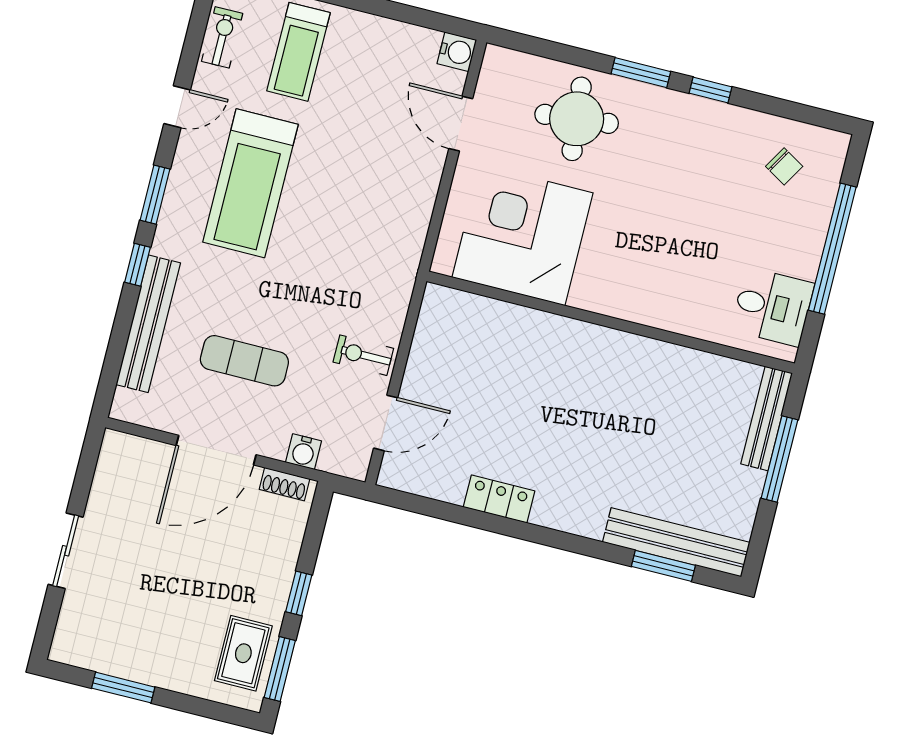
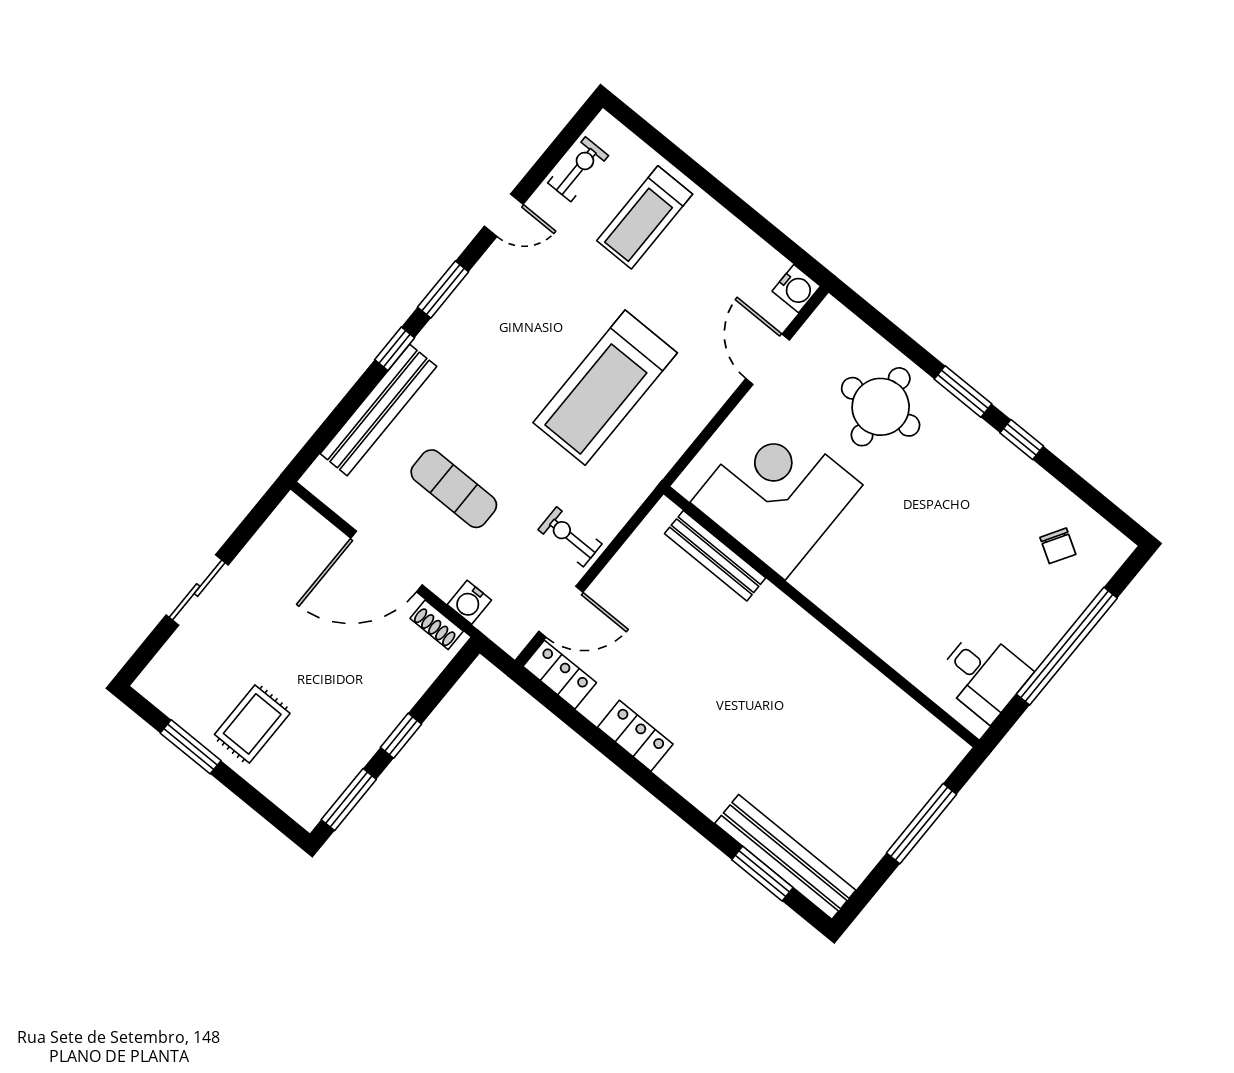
treadmill: (250, 183) -> (605, 388), moved
bench: (767, 419) -> (715, 556), moved, turned 90
locker: (410, 477) -> (560, 675), added
rug: (243, 653) -> (252, 724), moved

